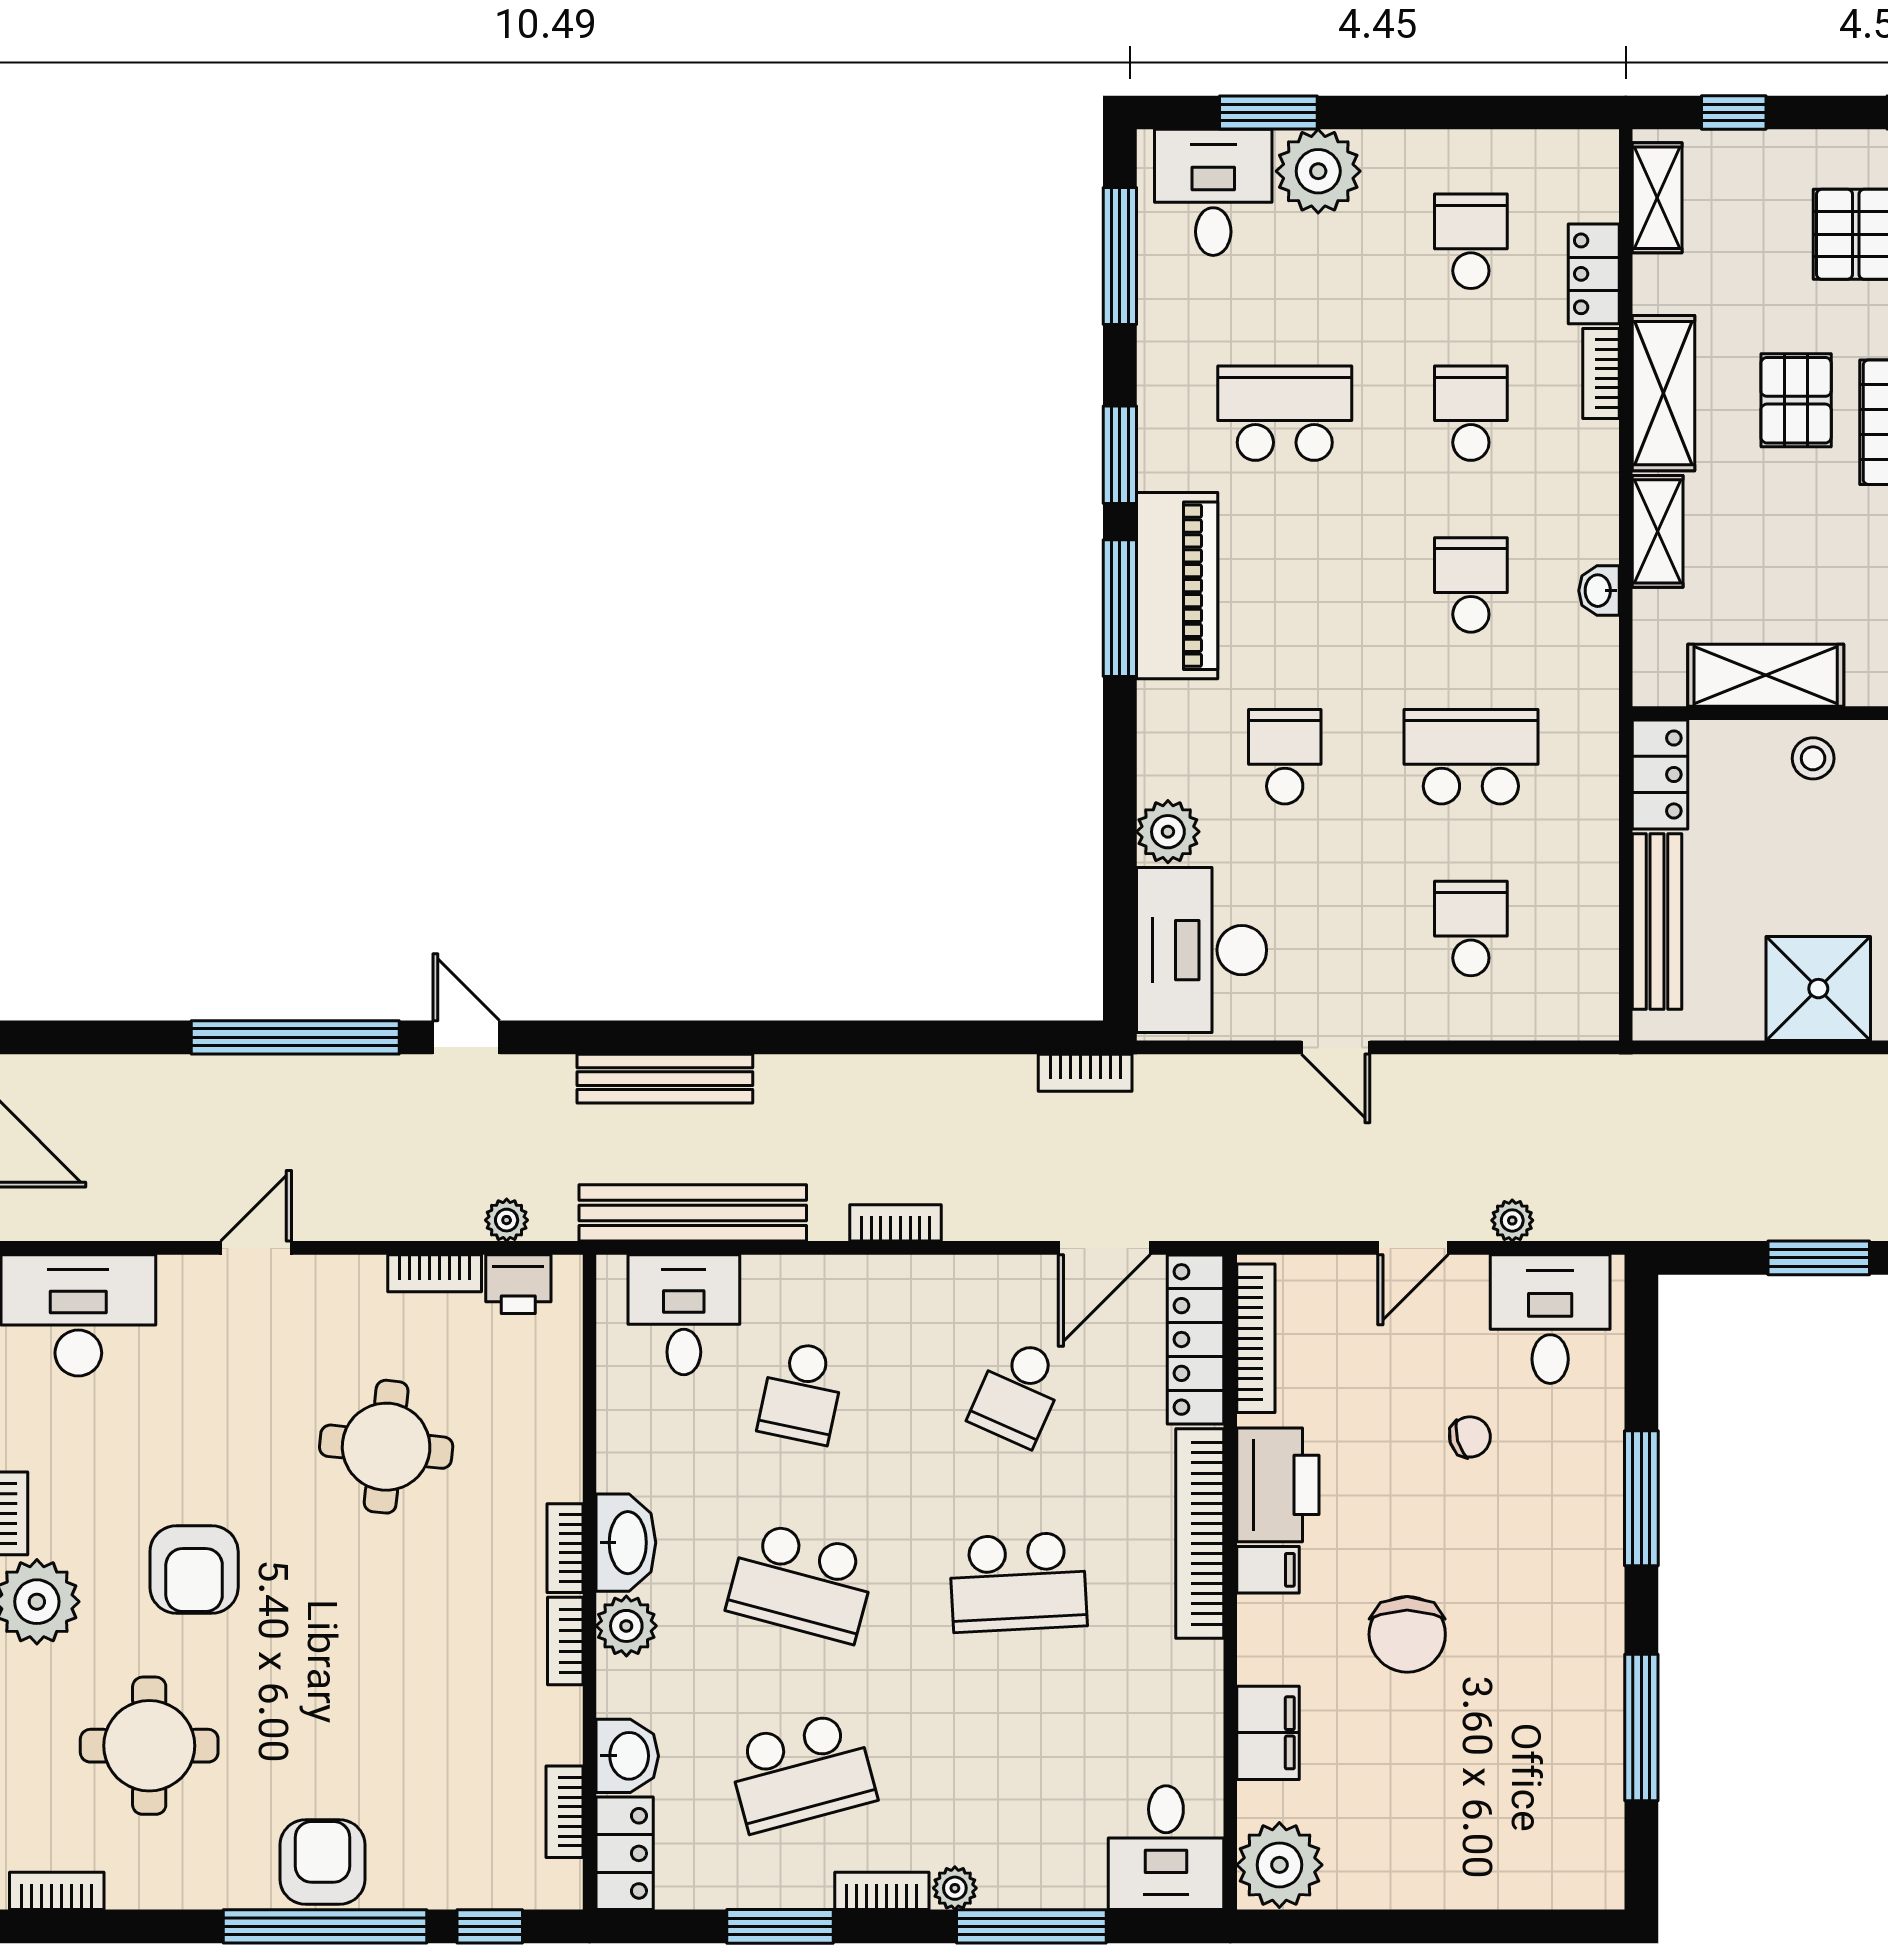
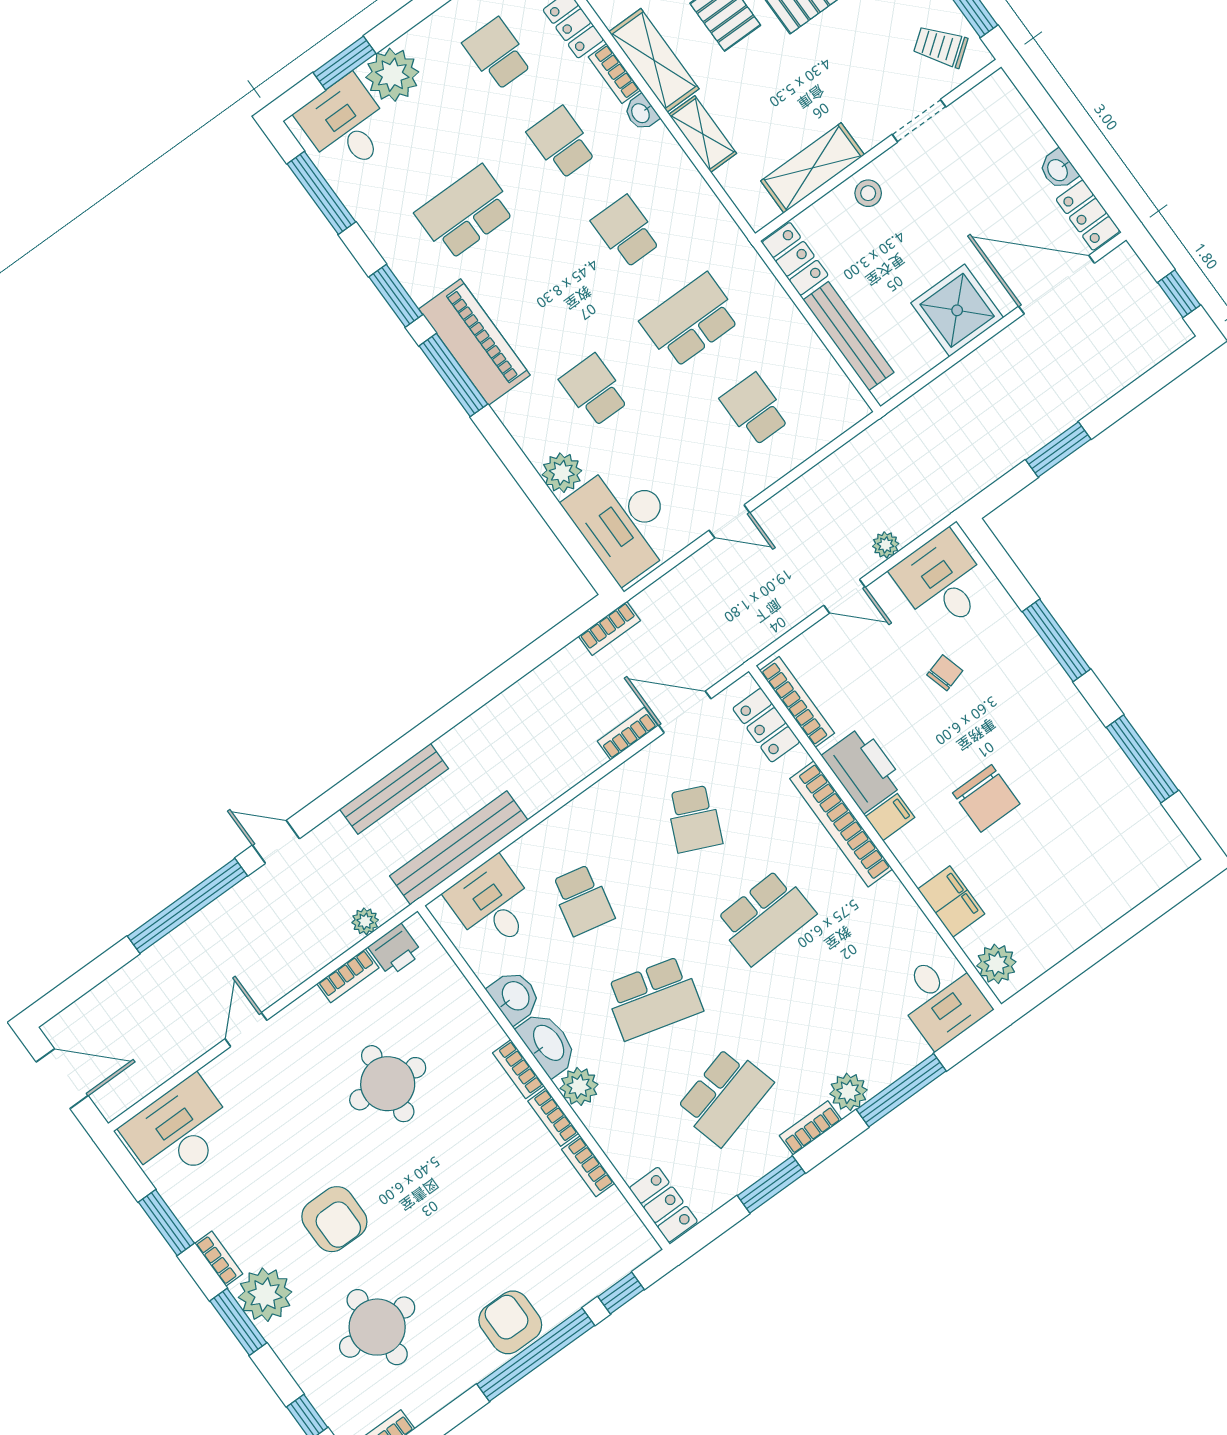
washbasin: (1599, 591) -> (641, 113), moved
bookcase: (896, 1223) -> (628, 734), moved
door: (1104, 1248) -> (685, 712), swing flipped
door: (1413, 1248) -> (845, 596), hinge flipped
locker: (1195, 1339) -> (766, 725), width x0.66
washbasin: (627, 1756) -> (515, 997), moved
bookcase: (564, 1812) -> (588, 1166), moved
plant: (1279, 1865) -> (996, 964), width x0.73, depth x0.73
plant: (955, 1888) -> (848, 1092), width x1.38, depth x1.38

